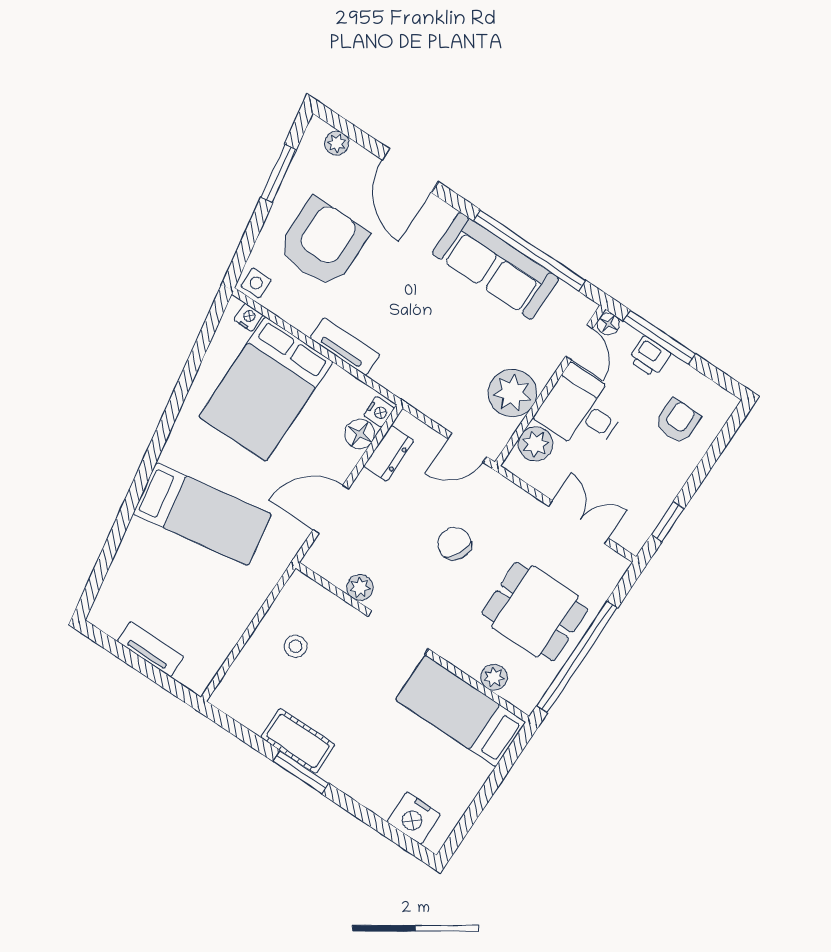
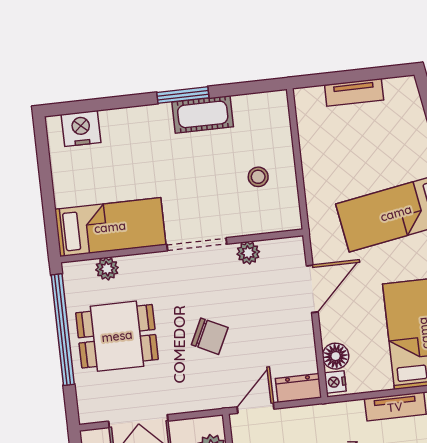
dresser: (389, 453) -> (299, 388), moved, turned 90

